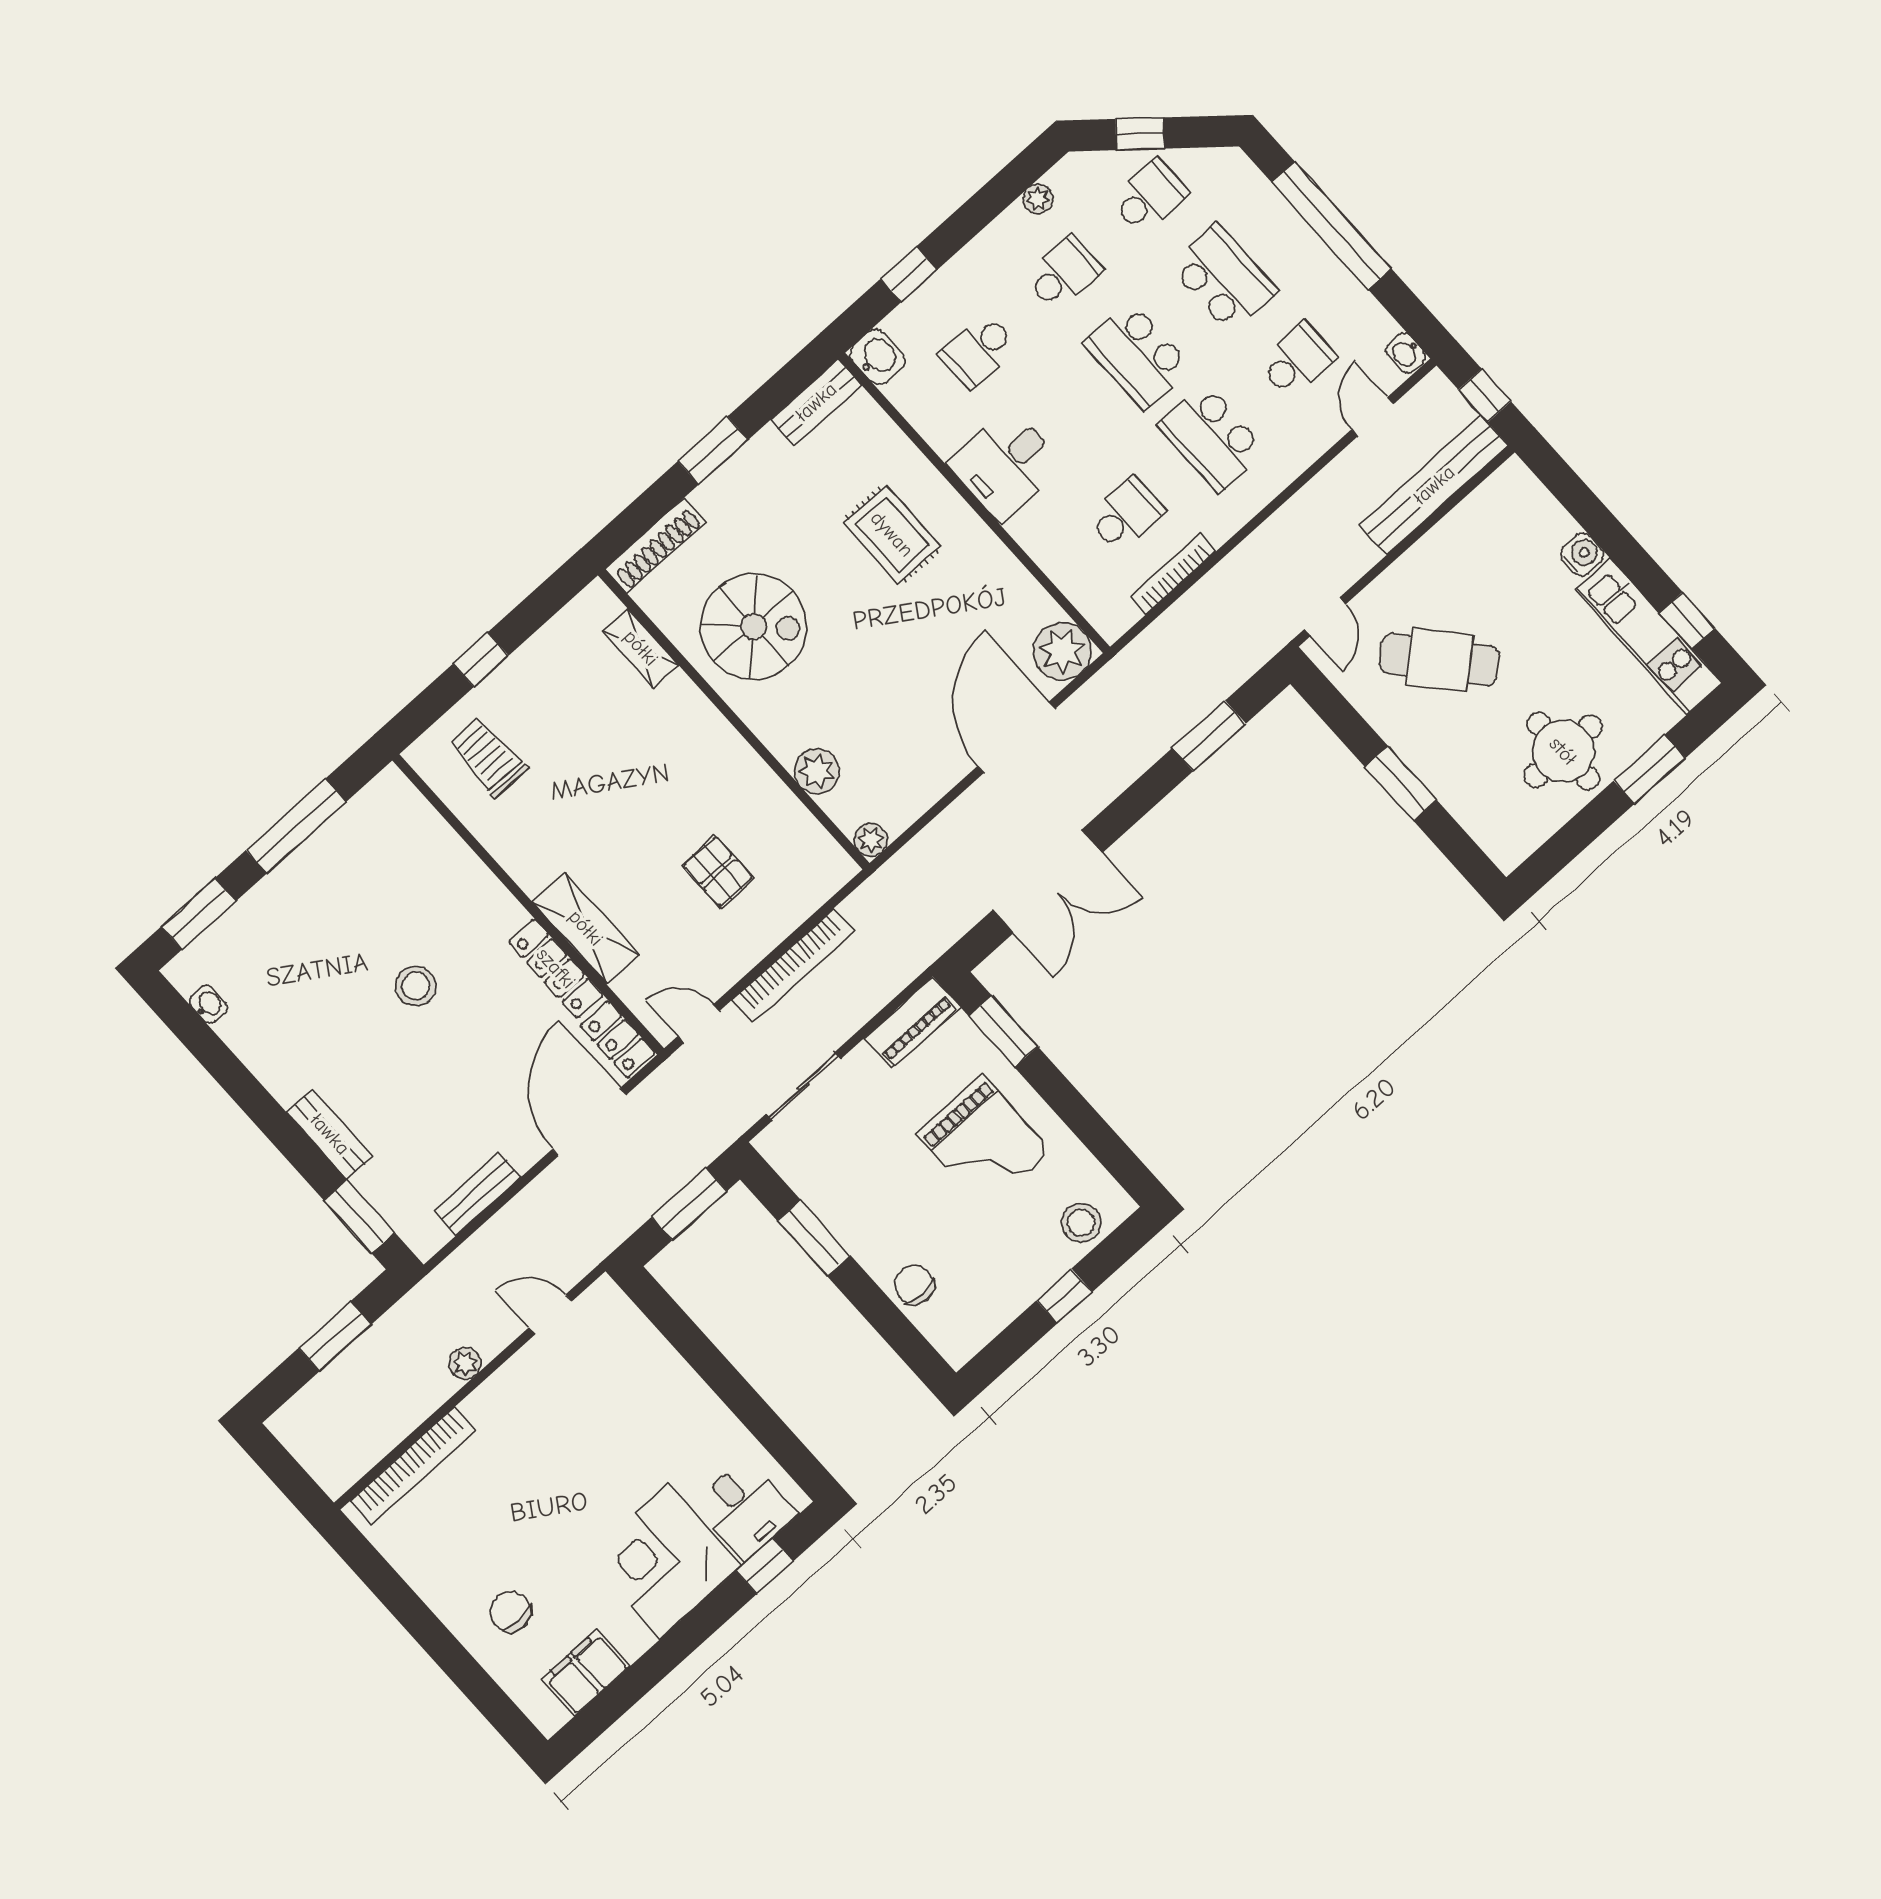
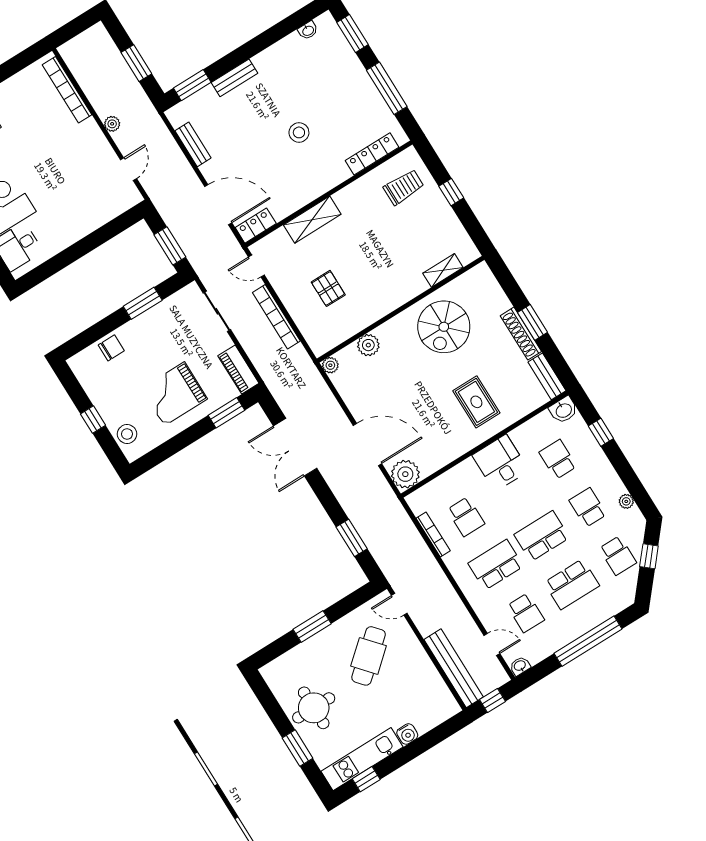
school desk: (1064, 274) -> (588, 507), turned 180
rug: (892, 534) -> (476, 402), turned 90
shoe rack: (655, 546) -> (521, 334), moved
pallet: (718, 872) -> (328, 288), turned 90
locker: (556, 968) -> (372, 154), moved
door: (699, 1024) -> (256, 266), swing flipped

